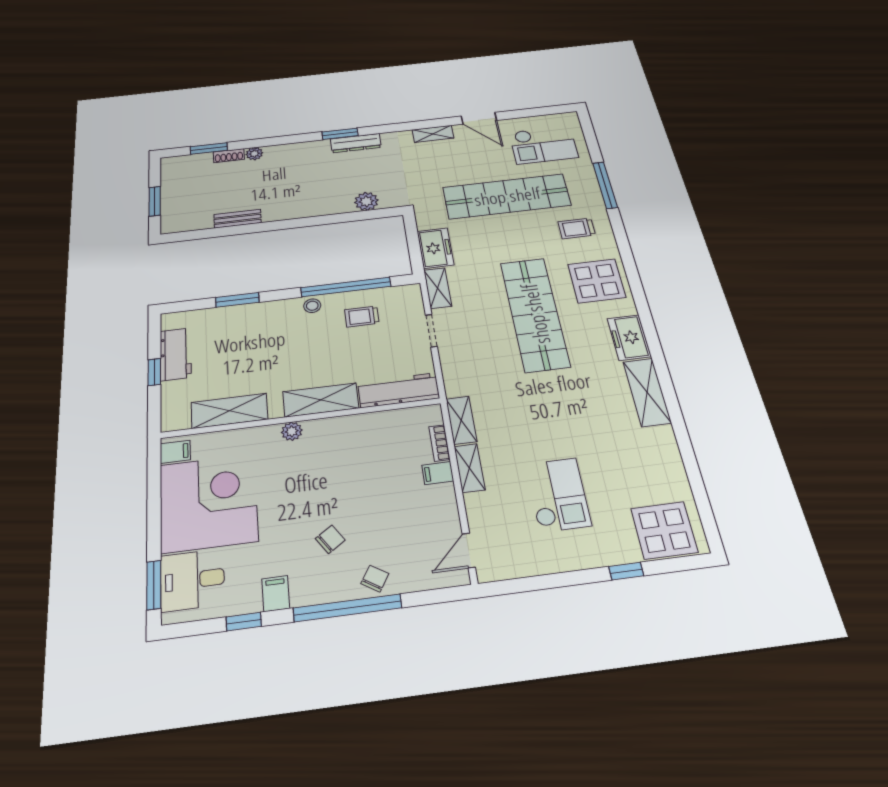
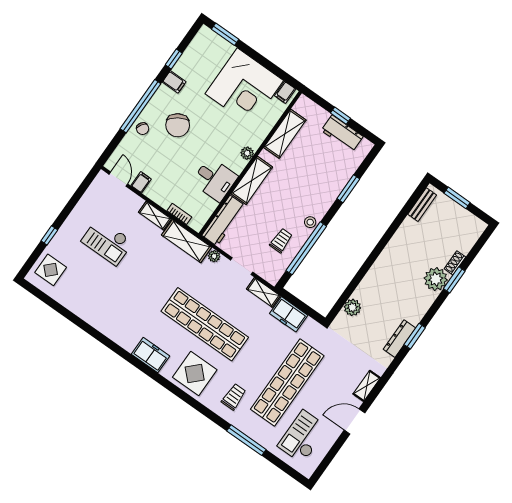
window: (209, 148) -> (454, 280), moved
plant: (254, 154) -> (436, 279), width x1.87, depth x1.87
bench: (238, 219) -> (422, 205), moved
plant: (450, 366) -> (214, 256), added
shelving: (647, 392) -> (116, 332), removed
shelving: (461, 420) -> (187, 241), width x1.50, depth x1.33
filing cabinet: (438, 473) -> (141, 182), moved
display table: (664, 530) -> (51, 270), width x0.73, depth x0.73
chair: (330, 539) -> (178, 125), width x1.87, depth x1.87
desk: (192, 580) -> (215, 179), moved, turned 90

